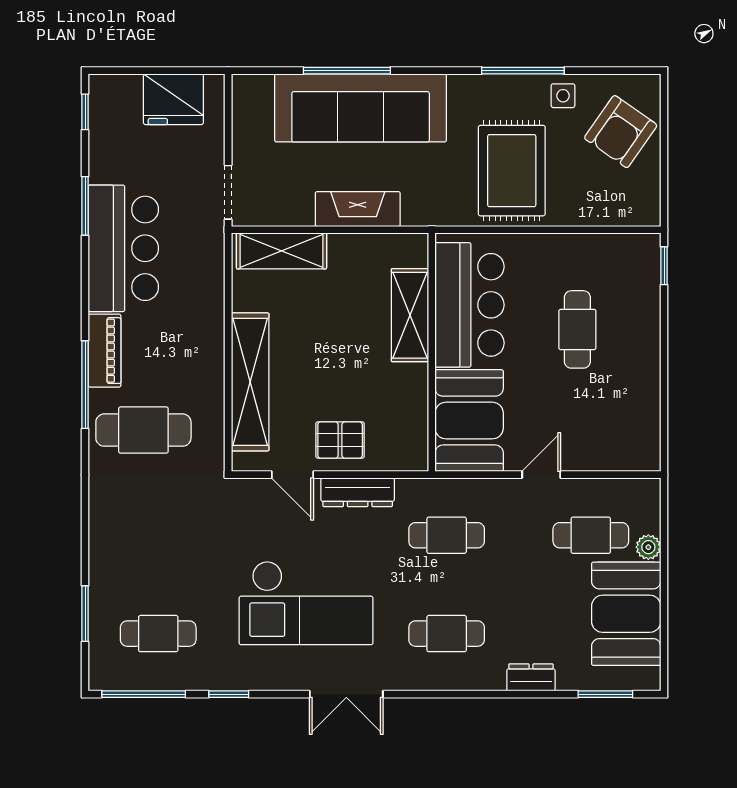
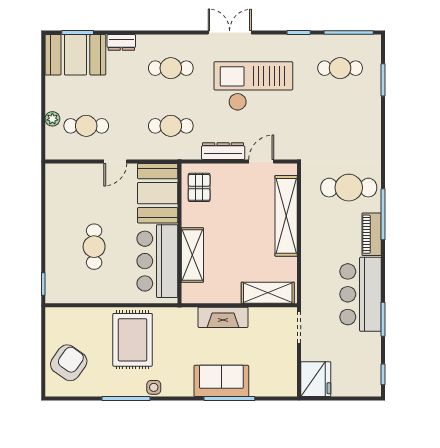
side table: (563, 96) -> (154, 387), moved
fridge: (173, 99) -> (316, 379), moved, turned 90
sofa: (361, 108) -> (221, 381), width x0.54, depth x0.79
pallet: (340, 440) -> (199, 187), moved, turned 90
door: (292, 475) -> (261, 161), hinge flipped
booth: (626, 614) -> (75, 55), moved, turned 90

